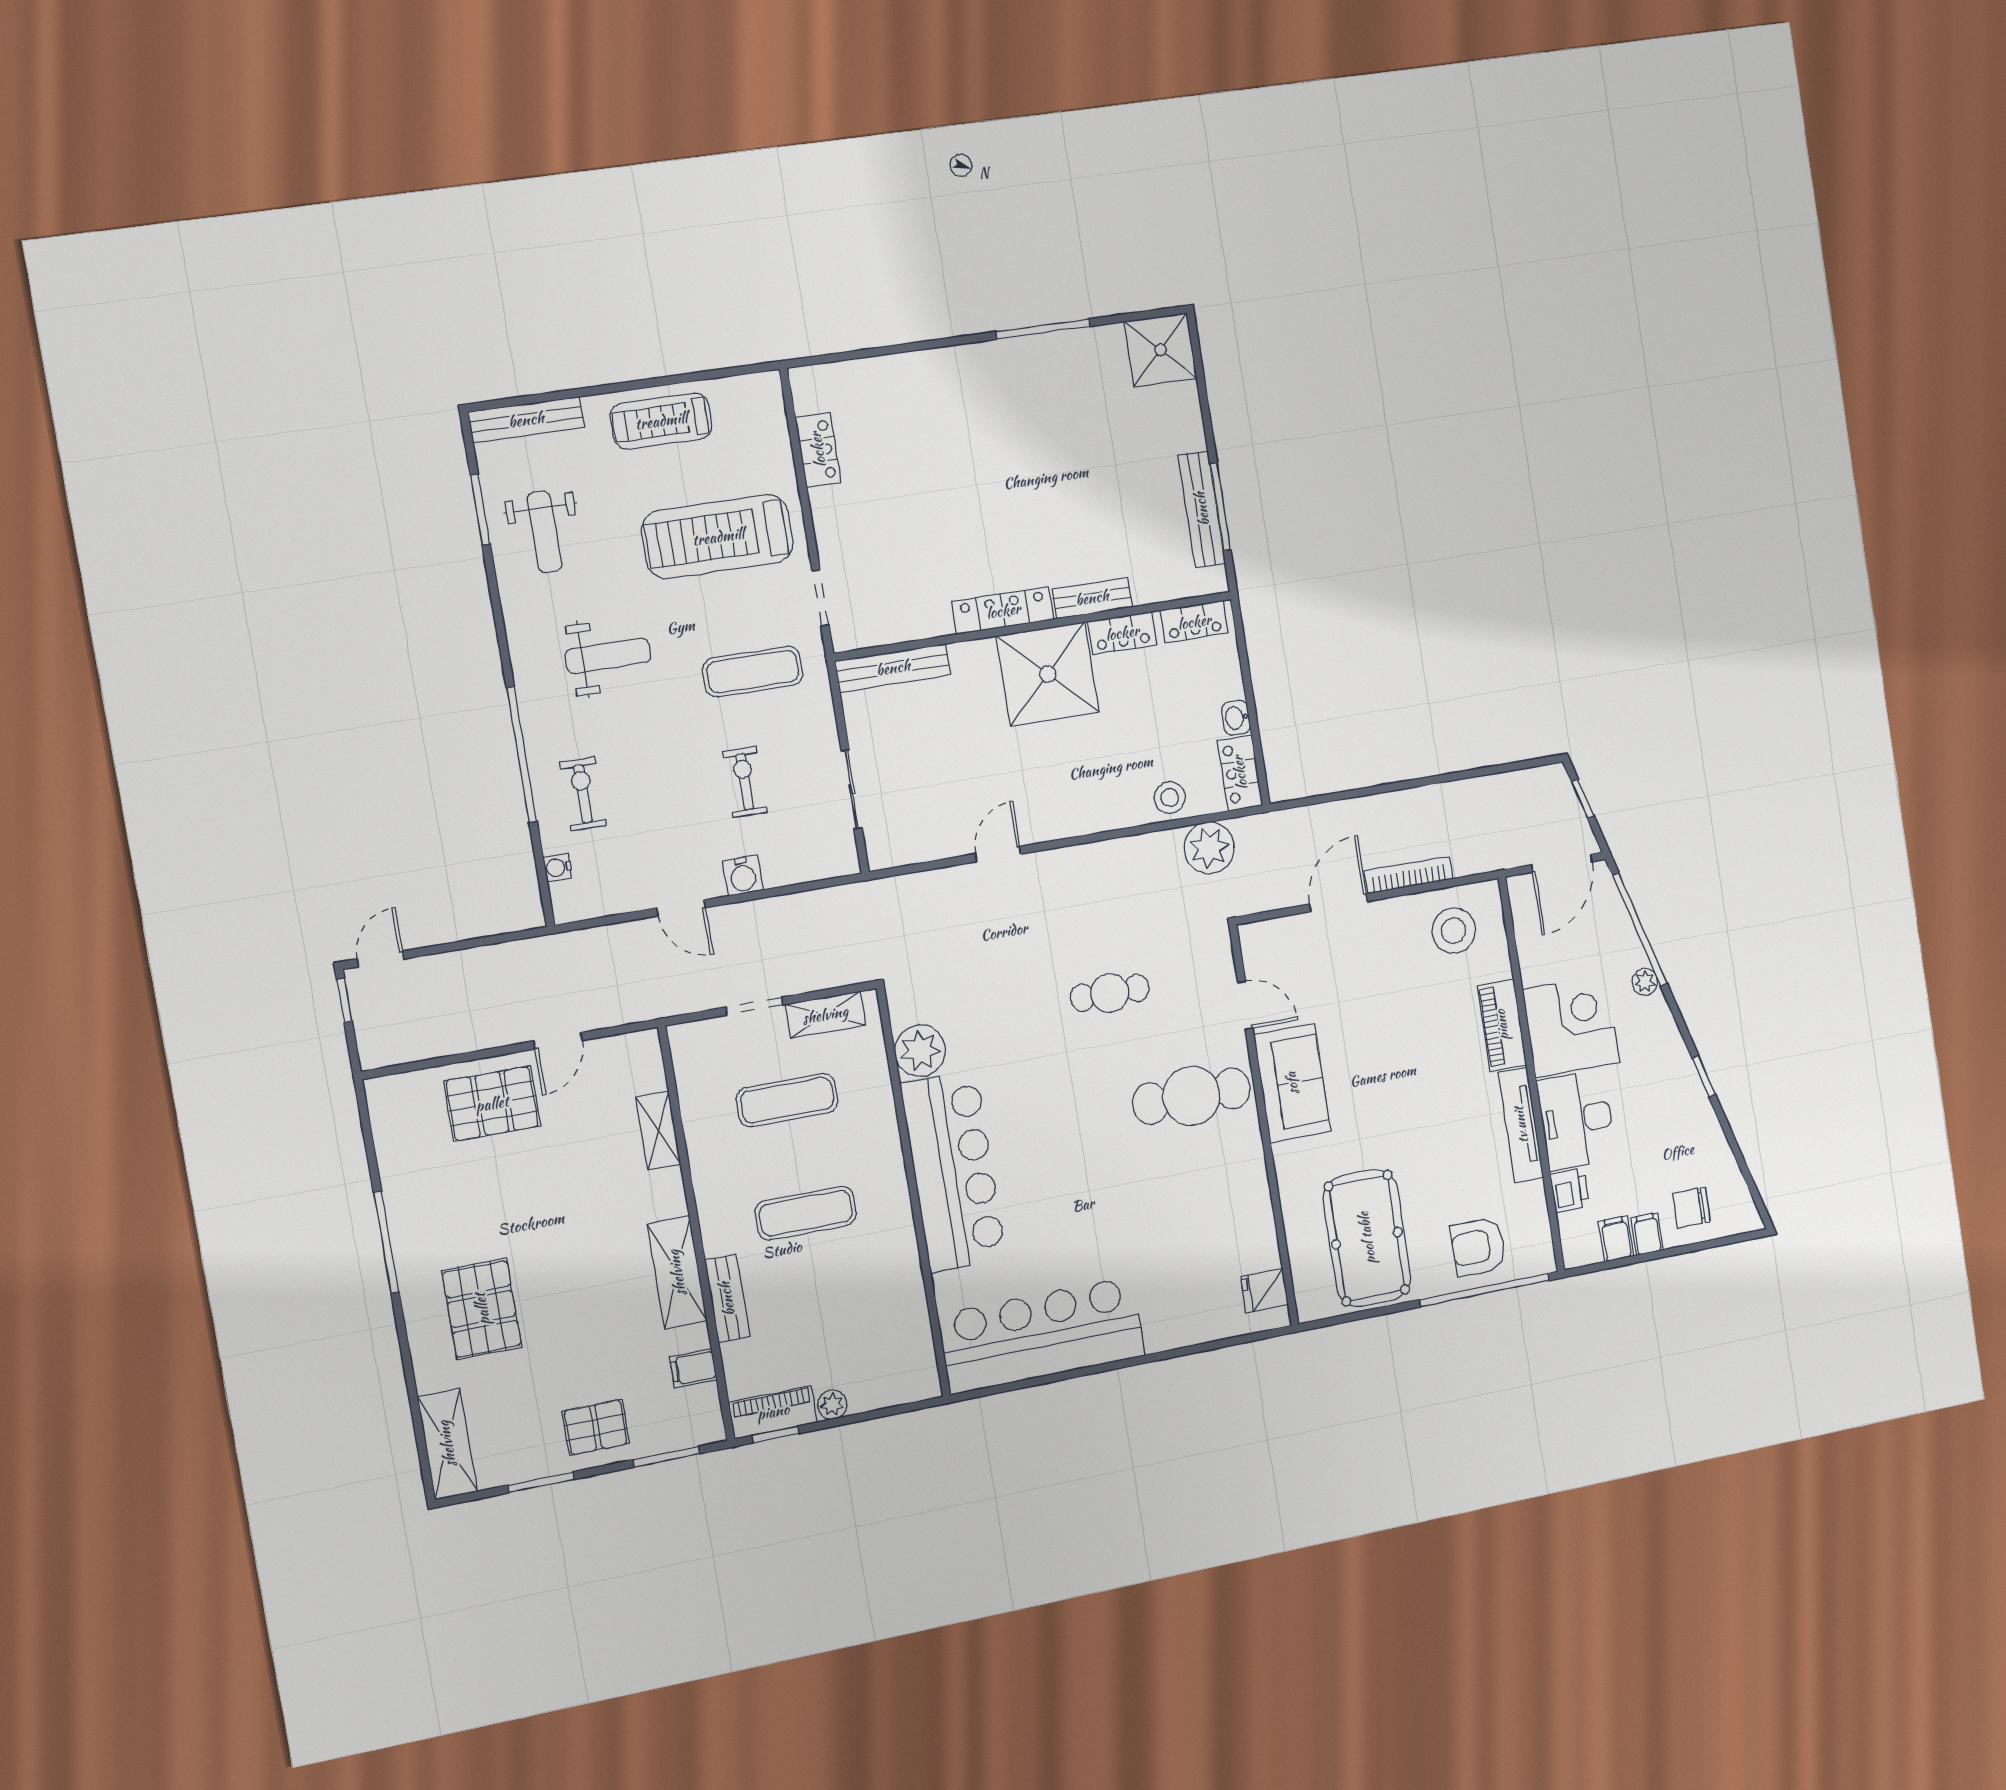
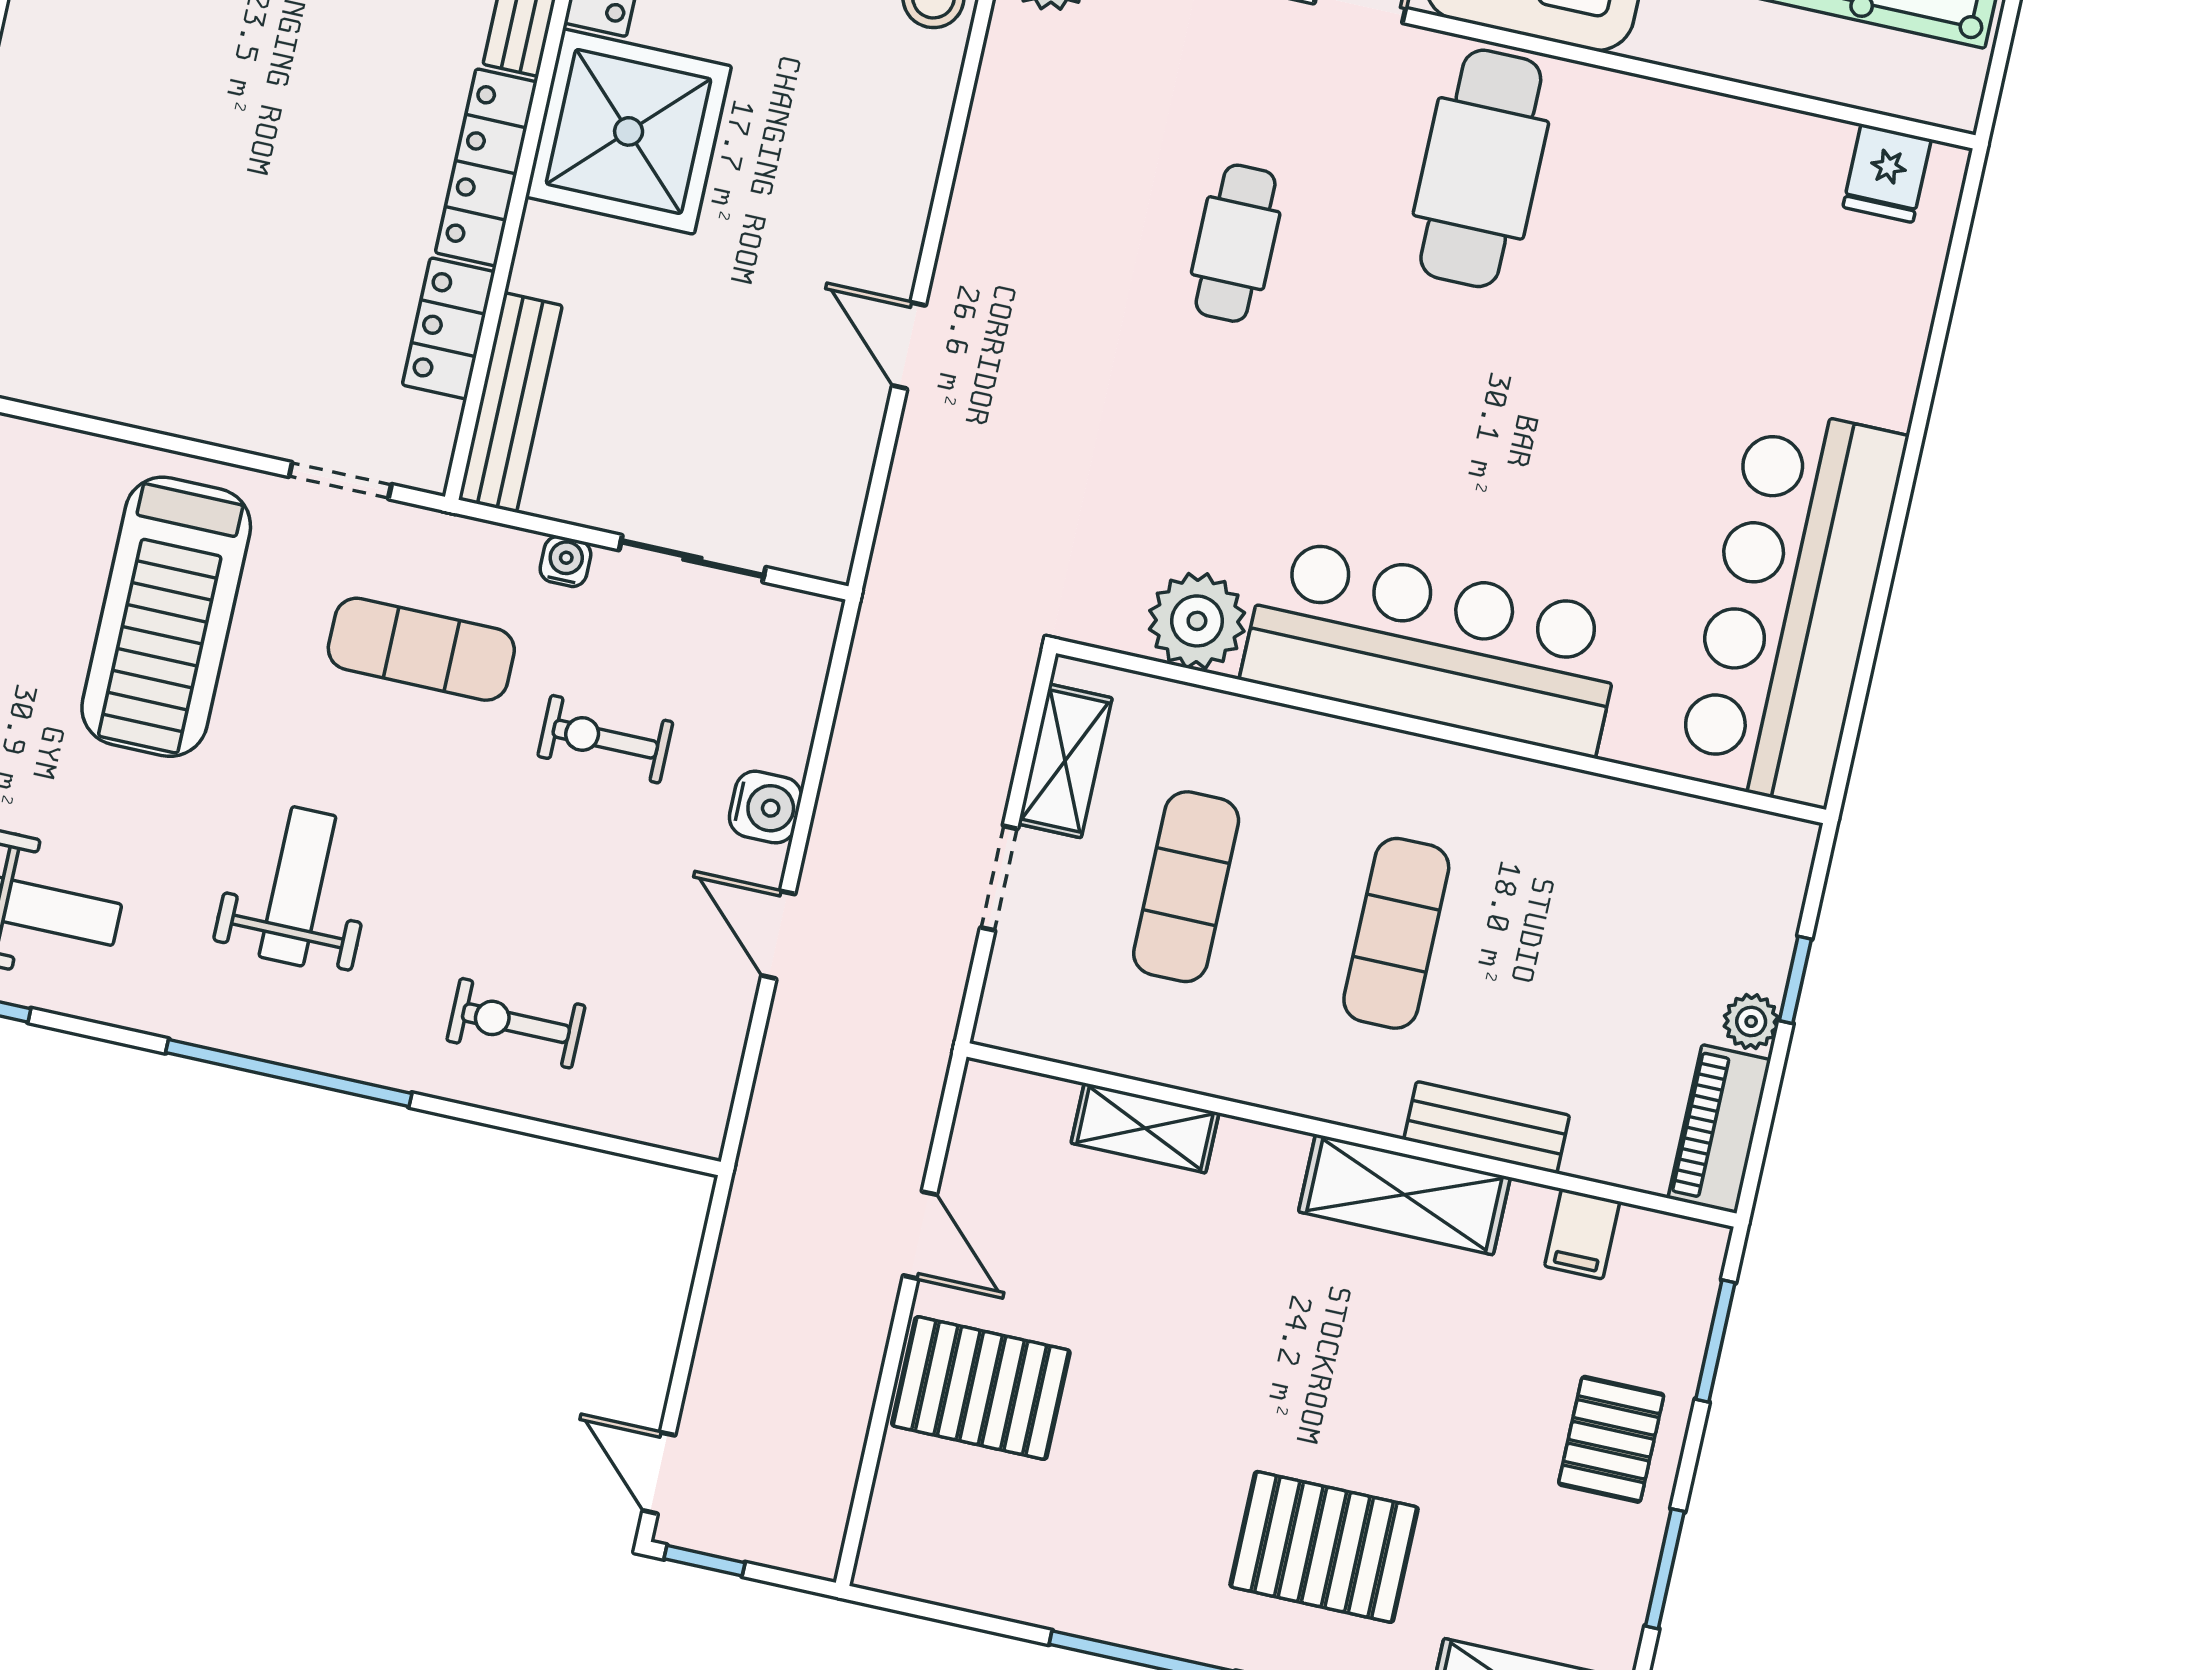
locker: (818, 450) -> (449, 328), moved, turned -90
exercise mat: (753, 672) -> (421, 649), turned 90
window: (522, 755) -> (289, 1073), moved
water cooler: (558, 867) -> (565, 561), moved, turned 180
door: (681, 908) -> (778, 935), swing flipped
pallet: (492, 1104) -> (981, 1388), turned 90
window: (776, 1434) -> (1795, 980), moved

